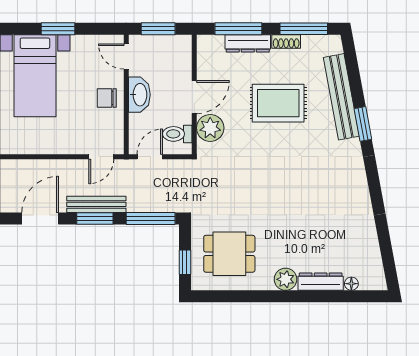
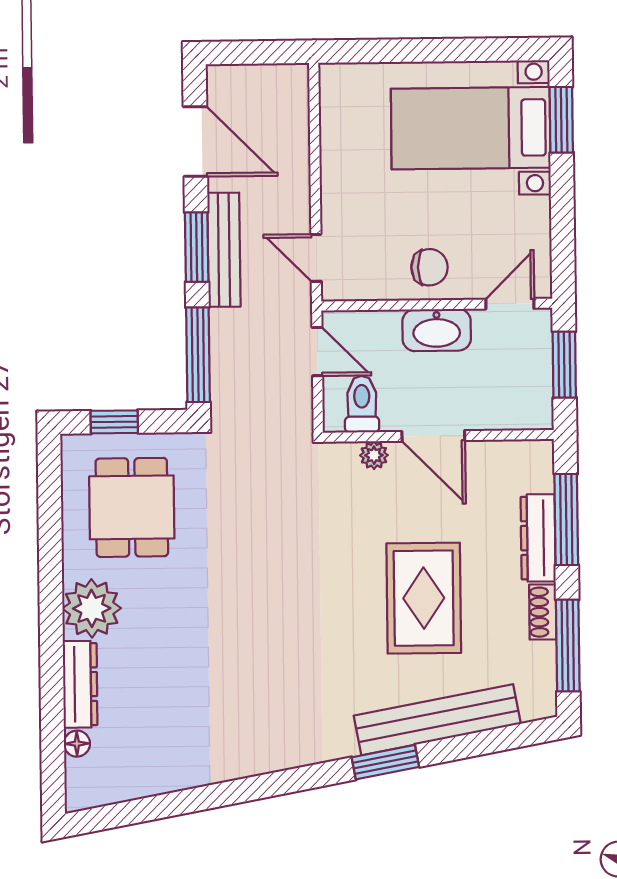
window: (58, 29) -> (561, 120), moved
chair: (107, 98) -> (429, 267), turned 90
plant: (210, 128) -> (374, 455), width x0.53, depth x0.53
plant: (285, 279) -> (92, 608), width x1.36, depth x1.36

